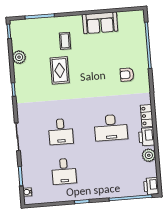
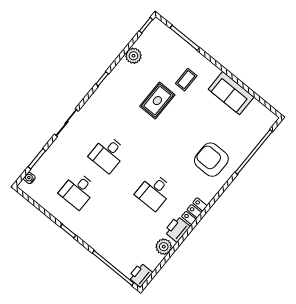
armchair: (127, 75) -> (211, 160), width x1.88, depth x1.88
desk: (111, 128) -> (154, 192), width x0.73

